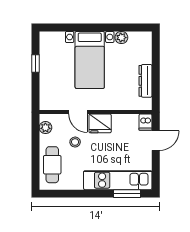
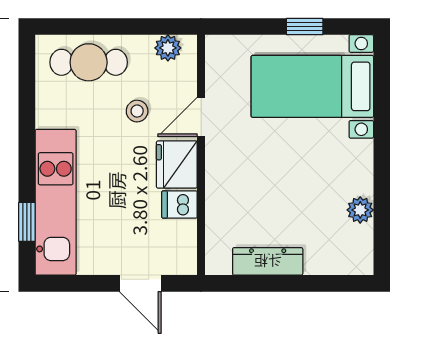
bed with nightstands: (90, 60) -> (312, 86), moved
dishwasher: (145, 122) -> (179, 204), moved
window: (127, 194) -> (27, 222), width x0.67

